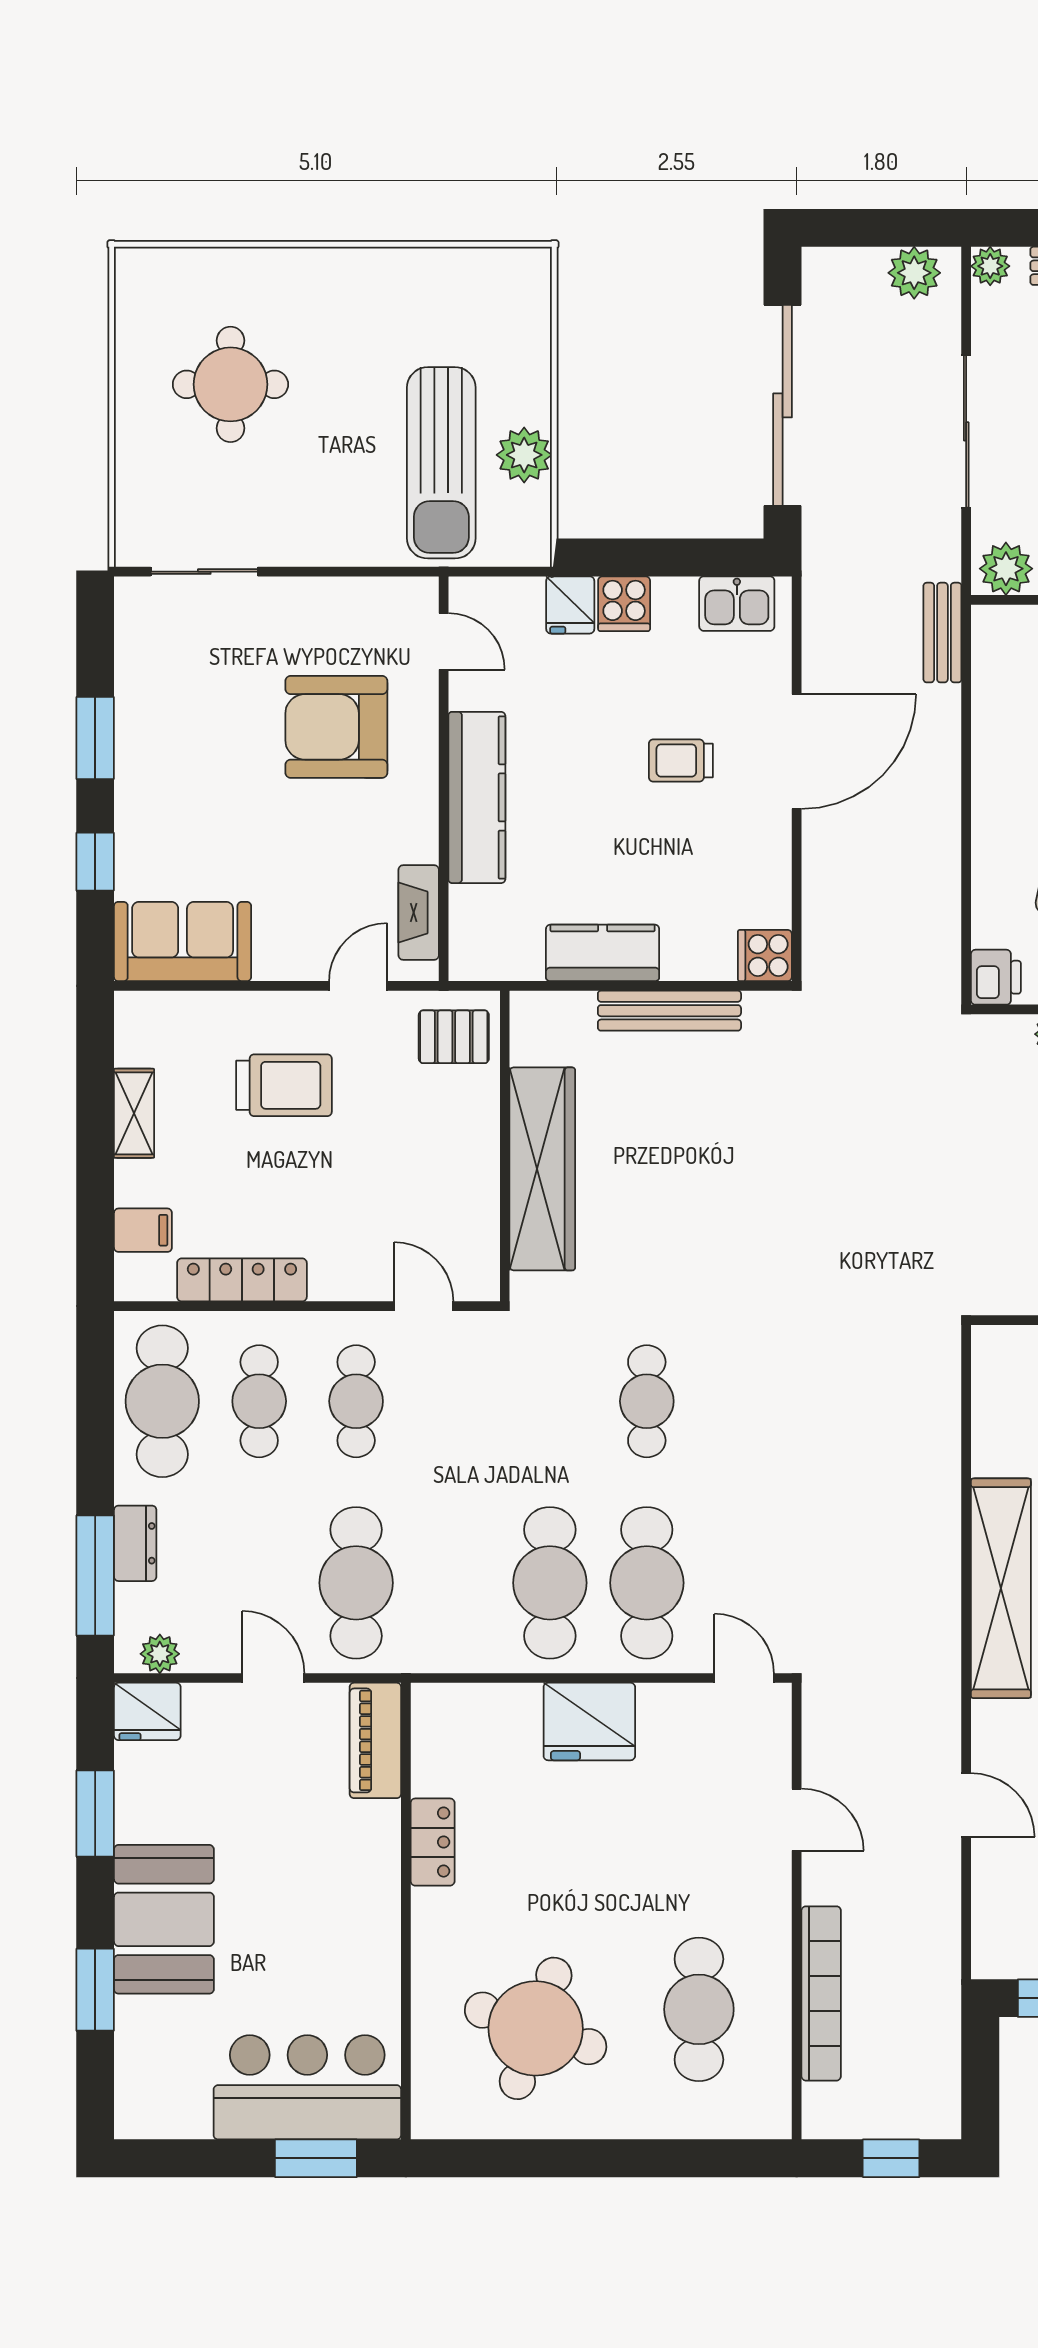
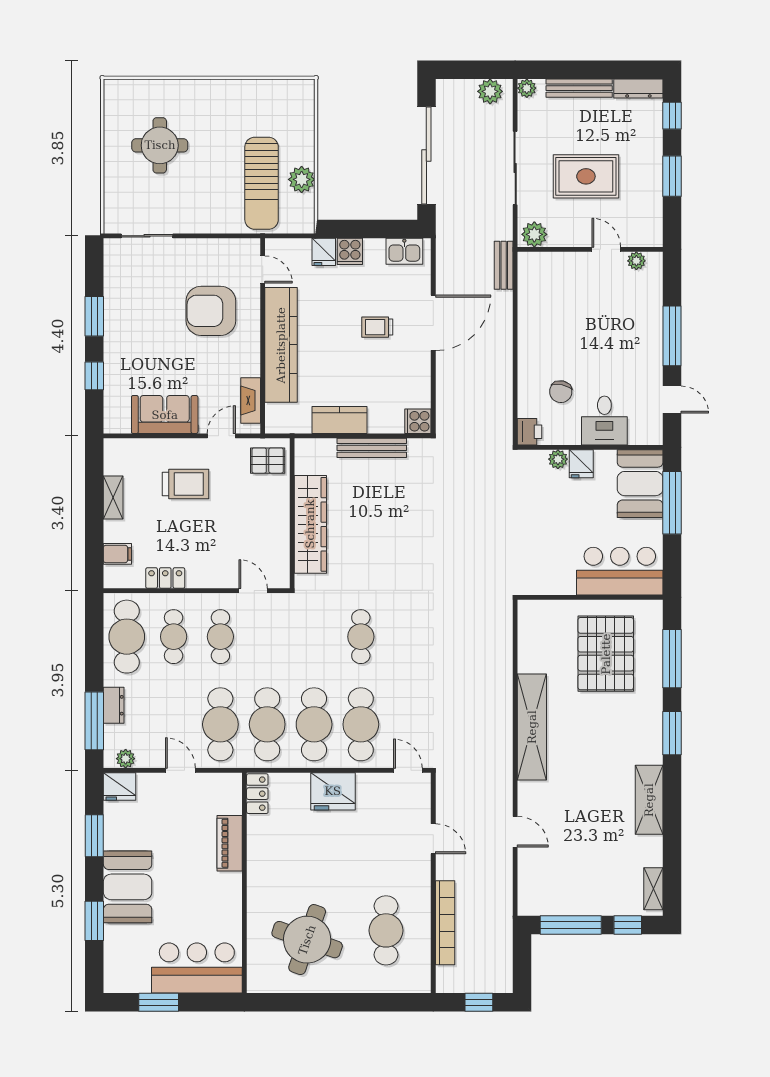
kitchen counter: (477, 797) -> (281, 345), width x1.39, depth x1.17
sofa: (183, 942) -> (165, 415), moved
locker: (242, 1280) -> (165, 578), width x0.66
cafe table: (453, 1583) -> (267, 724), added
piano: (375, 1740) -> (230, 843), moved
locker: (433, 1842) -> (257, 794), moved
window: (316, 2158) -> (159, 1002), moved

